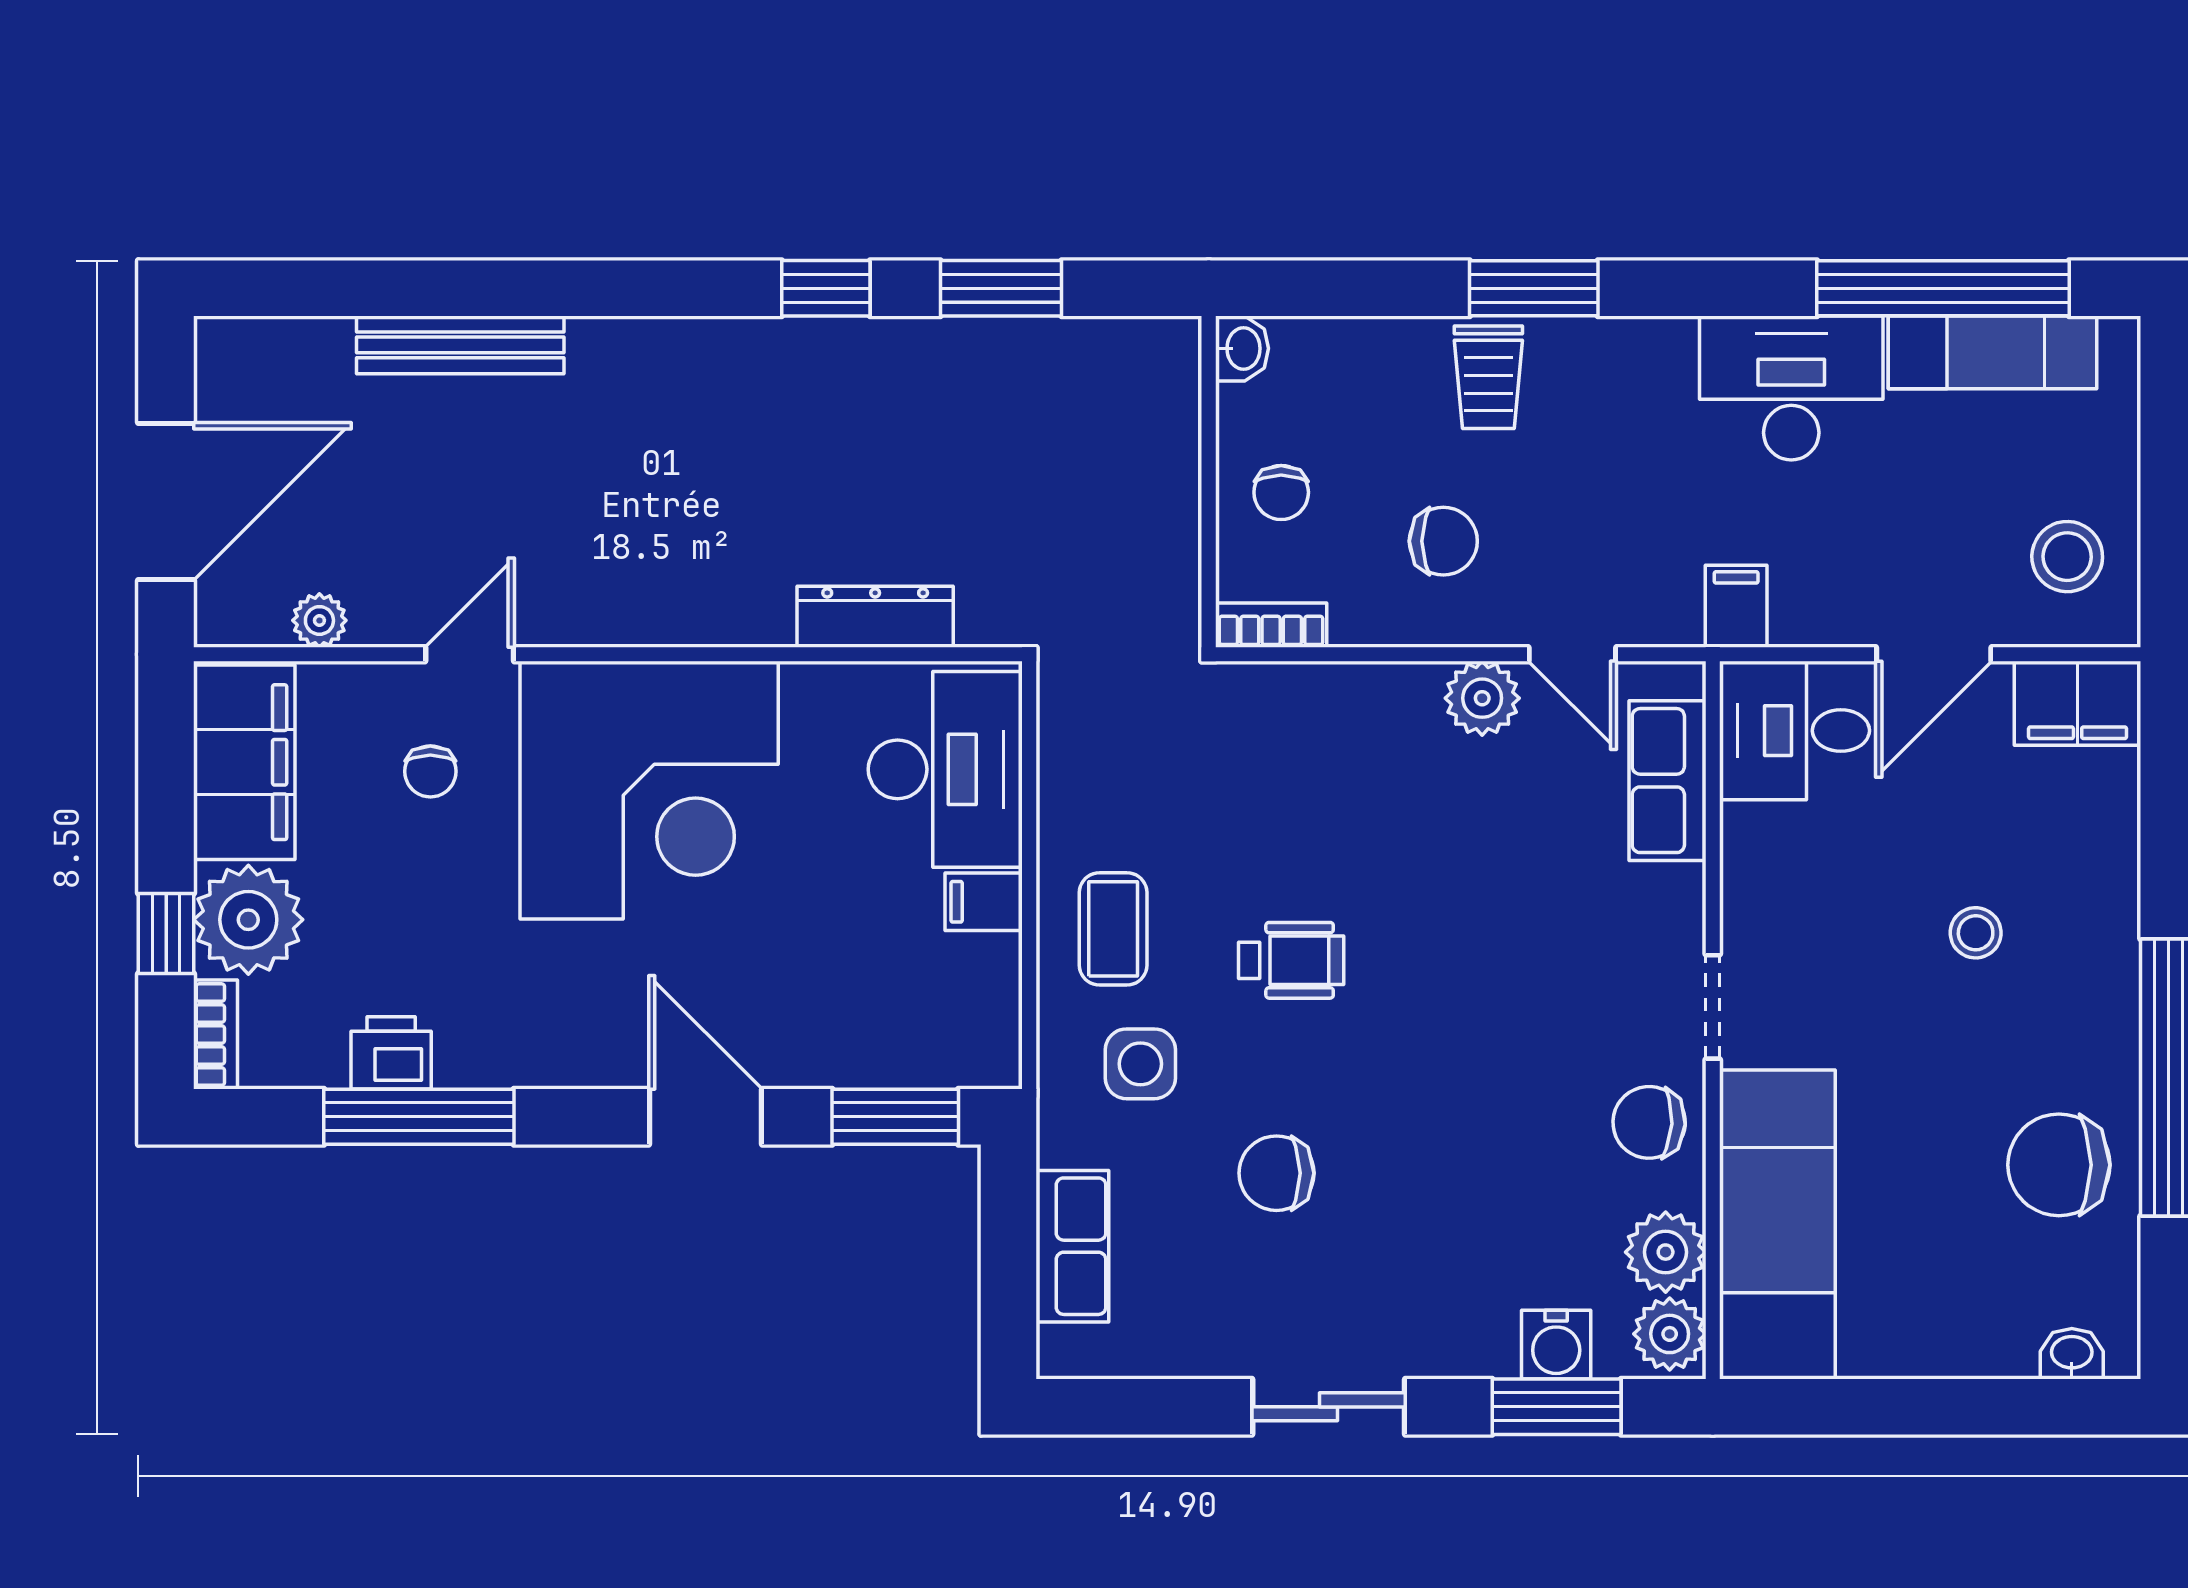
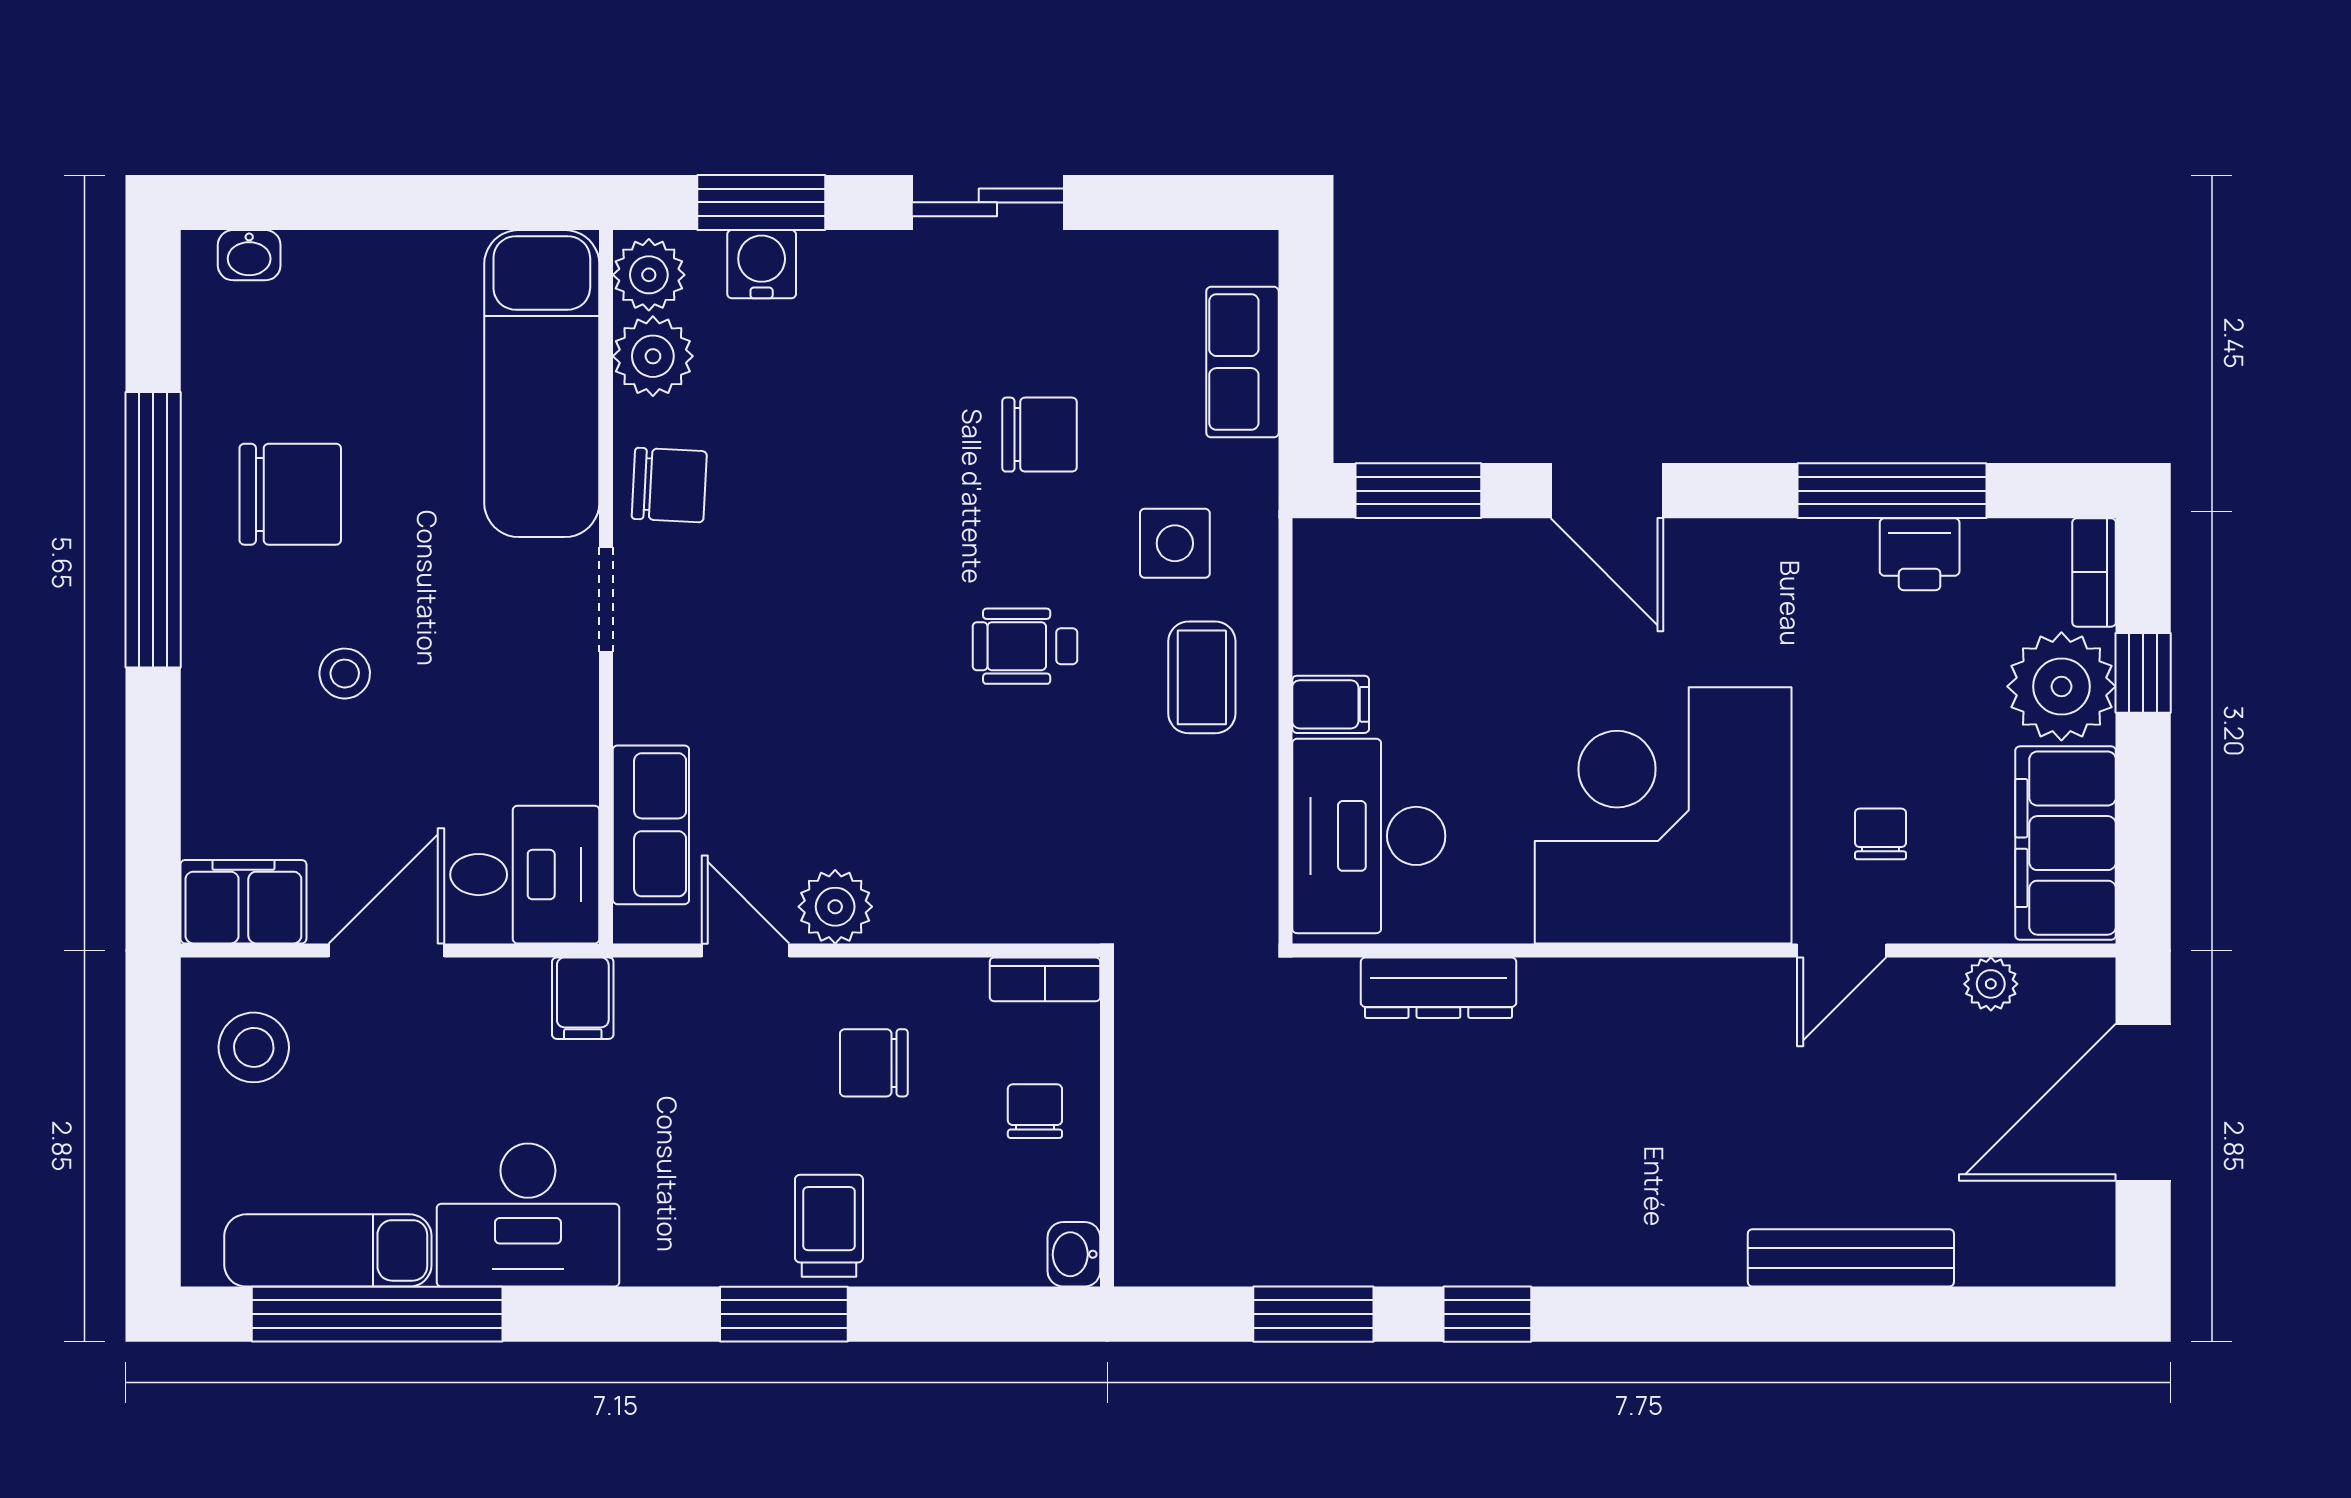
chair: (2059, 1165) -> (290, 494), moved

